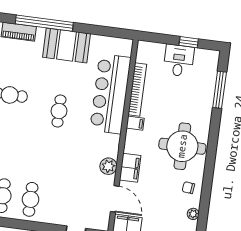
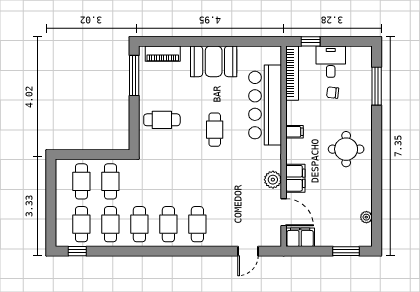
window: (44, 23) -> (188, 41), removed
window: (189, 42) -> (311, 41), moved
bookcase: (137, 89) -> (292, 73), moved
round table: (182, 146) -> (346, 149), width x0.73, depth x0.73
chair: (188, 188) -> (333, 93), moved

